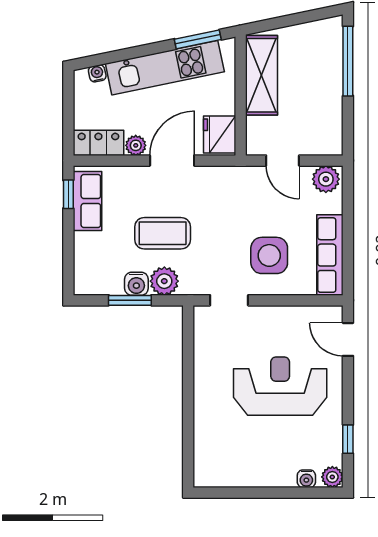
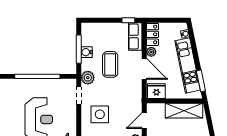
row of seats: (87, 201) -> (135, 37), moved, turned 90
plant: (164, 281) -> (88, 78), moved
window: (130, 300) -> (79, 49), width x1.44
window: (188, 389) -> (37, 76), added

